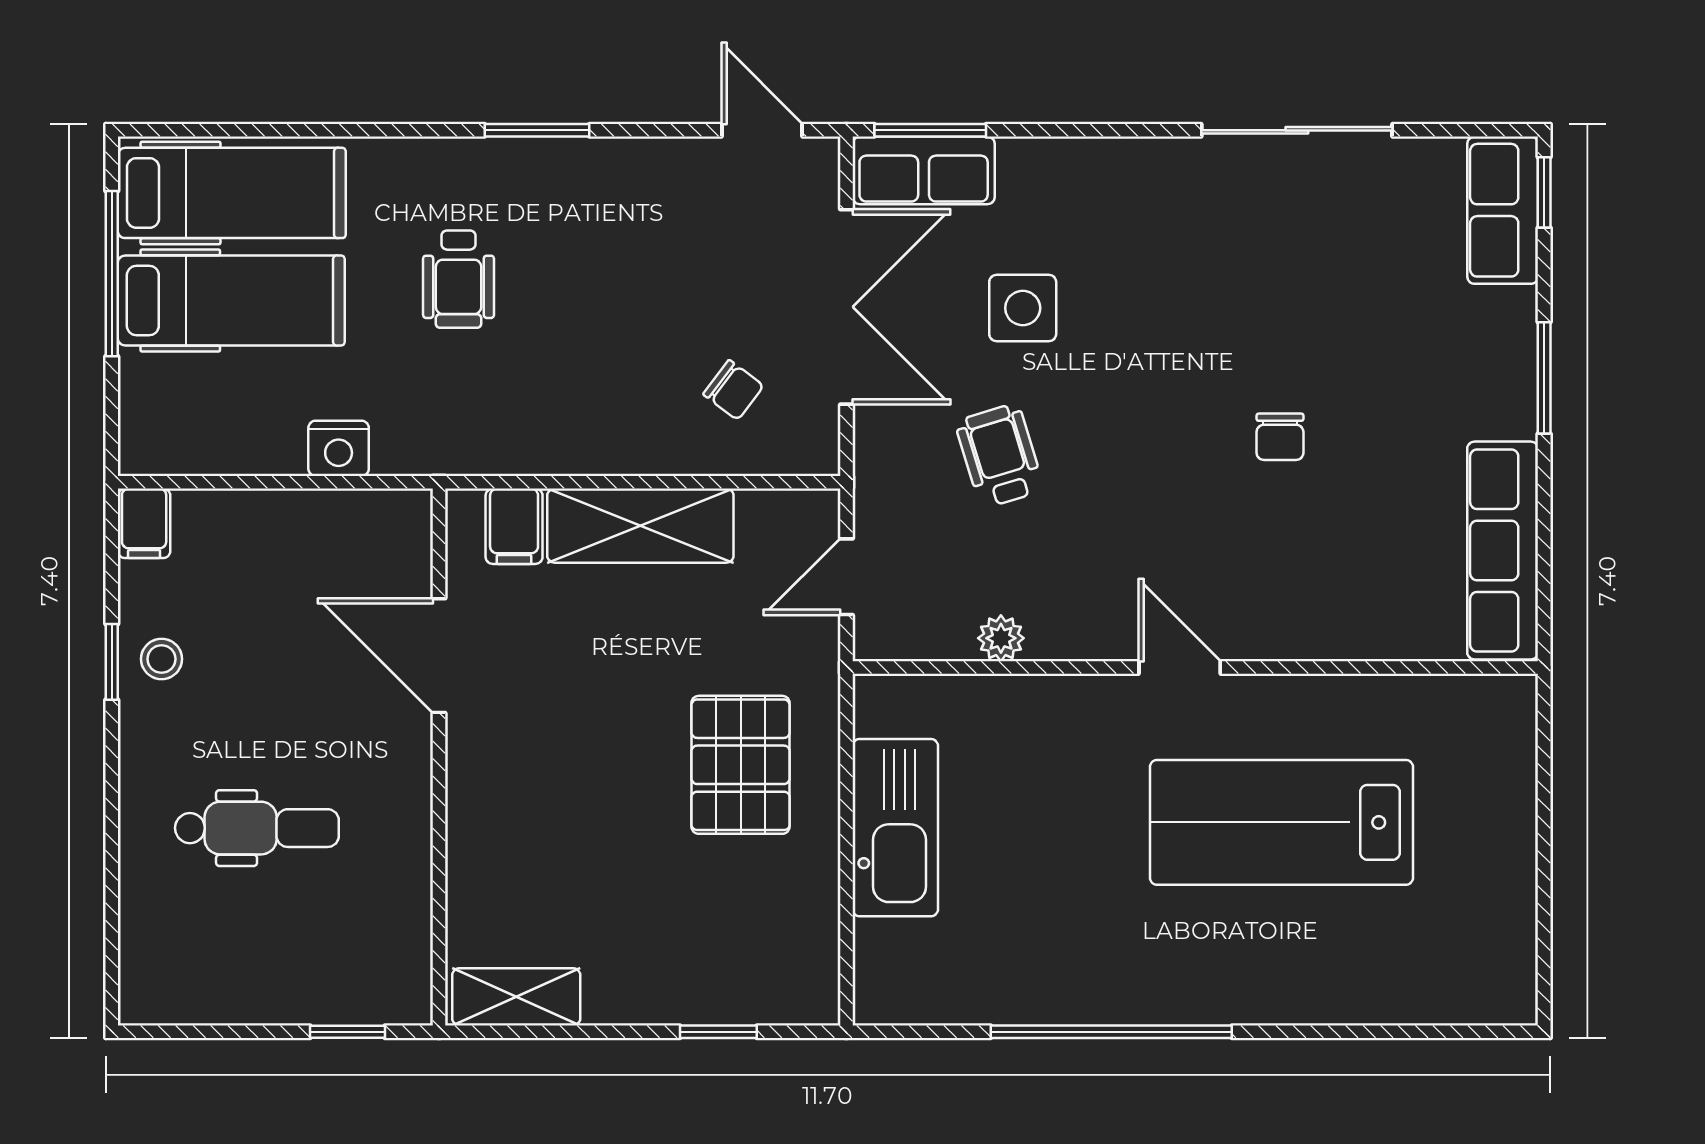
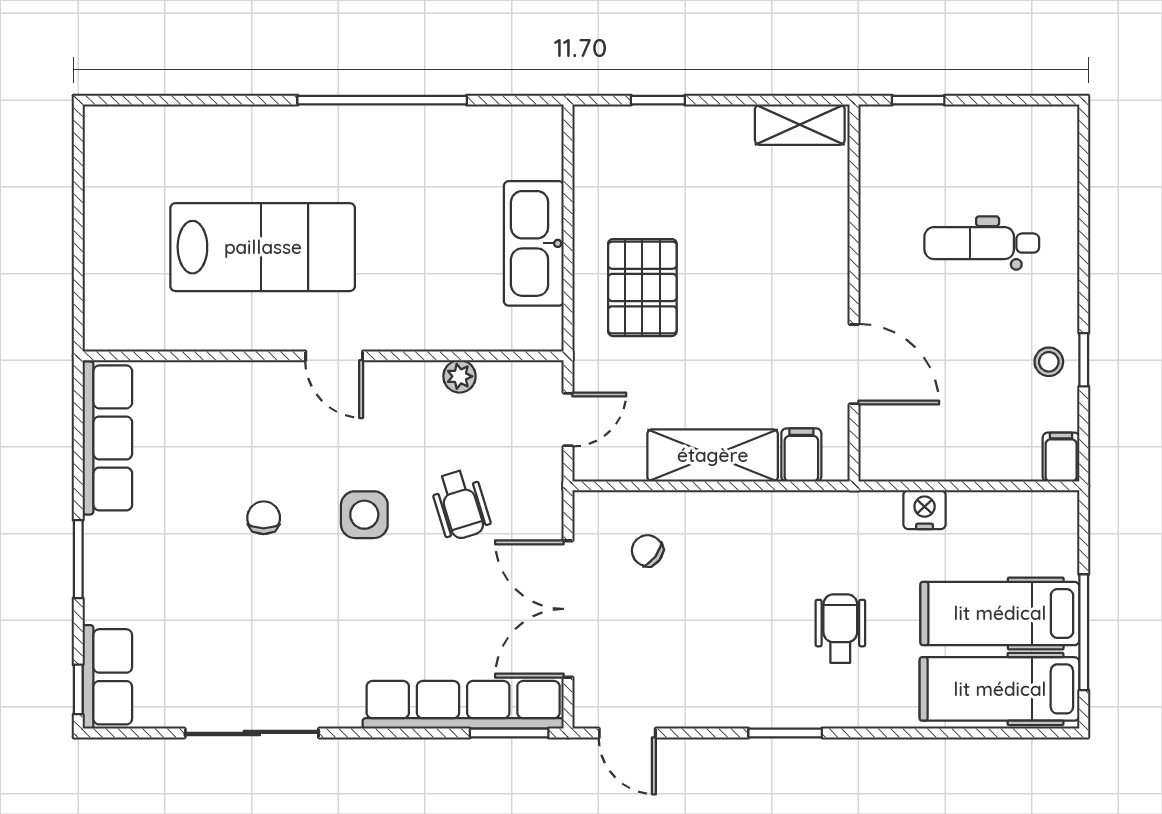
row of seats: (924, 170) -> (463, 705), width x2.02
side table: (1023, 308) -> (364, 515), moved

